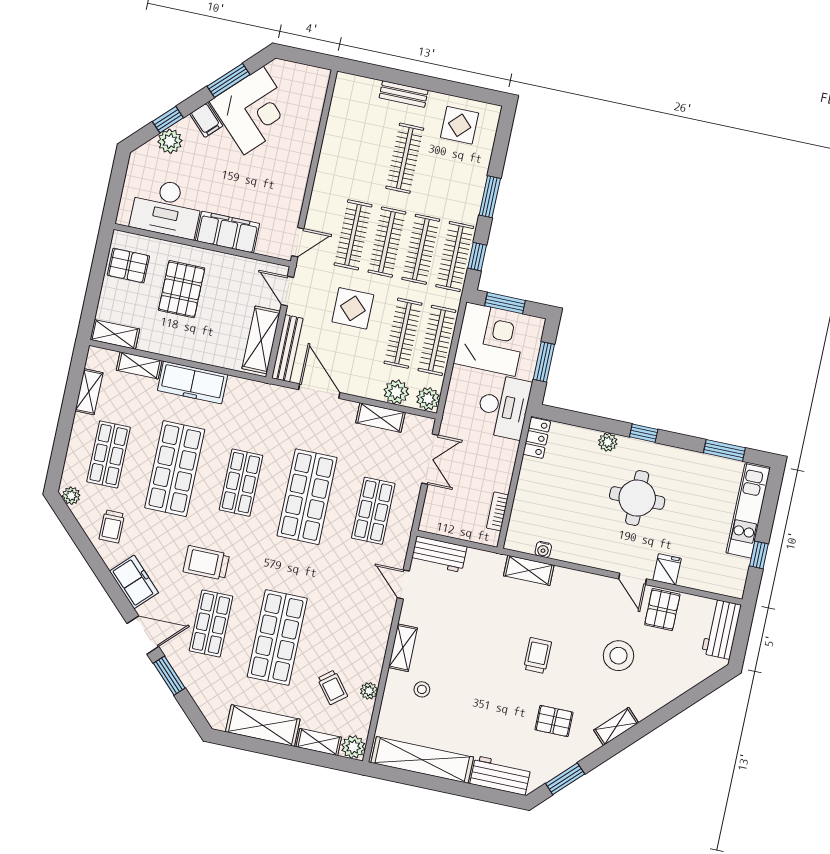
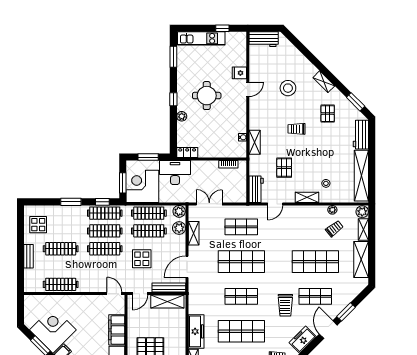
clothes rail: (353, 235) -> (61, 284), moved
pallet: (662, 610) -> (284, 168), moved, turned 90

